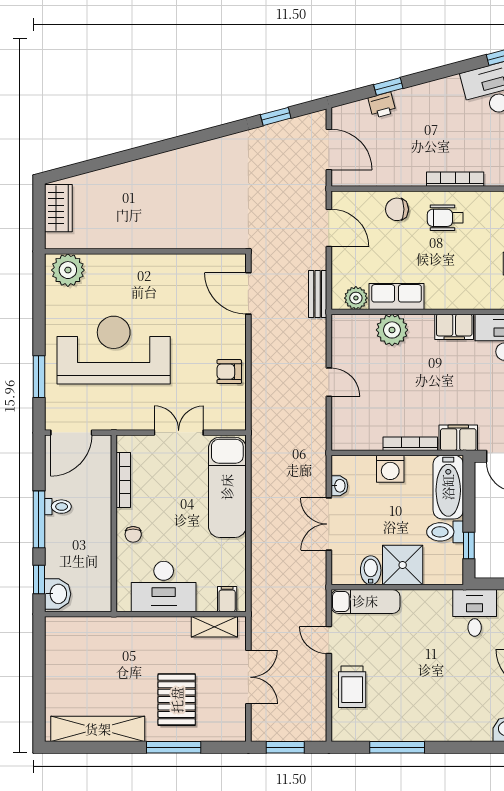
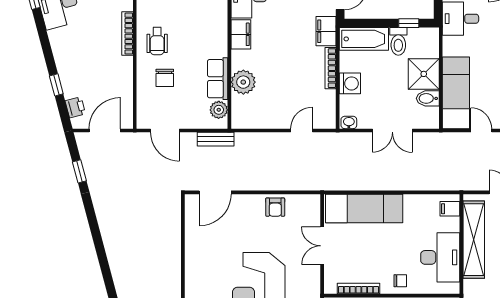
printer: (382, 105) -> (75, 107), moved
chair: (397, 209) -> (165, 78), moved
door: (329, 228) -> (165, 131), swing flipped
door: (329, 382) -> (302, 131), moved
washbasin: (339, 486) -> (349, 122), moved
exam couch: (365, 601) -> (456, 93), width x1.36, depth x1.45
shelving: (214, 627) -> (474, 240), width x2.20, depth x1.33
door: (329, 640) -> (481, 131), swing flipped

